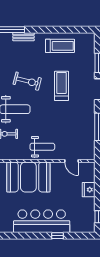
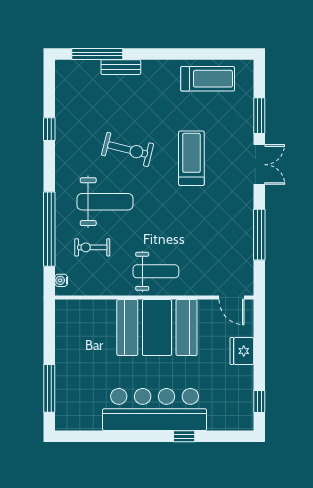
treadmill: (60, 46) -> (208, 79), moved
door: (72, 161) -> (231, 298), moved
booth: (28, 177) -> (157, 328), moved

